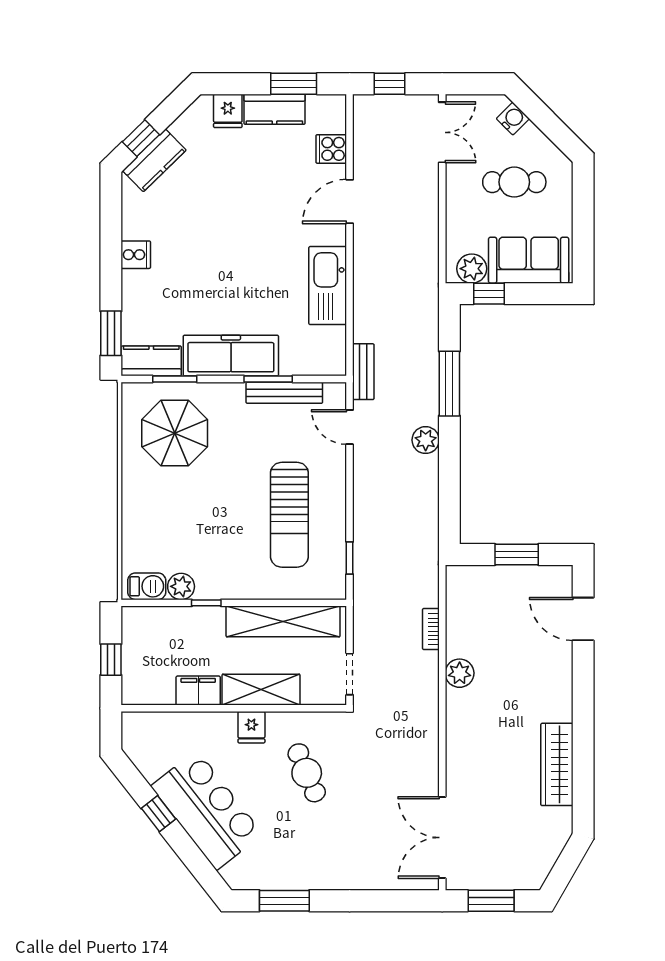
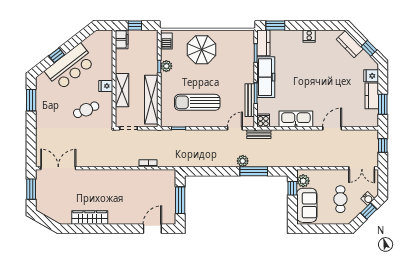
window: (542, 117) -> (369, 211), added
window: (141, 138) -> (369, 48), moved
cooker: (331, 149) -> (263, 120), moved
door: (350, 201) -> (332, 128), hinge flipped
parasol: (175, 433) -> (202, 50), moved
plant: (426, 440) -> (243, 161), moved
window: (517, 554) -> (180, 200), width x1.44
plant: (181, 586) -> (166, 66), moved
plant: (460, 673) -> (129, 176), removed
filing cabinet: (198, 691) -> (122, 39), moved
window: (158, 814) -> (57, 55), moved

